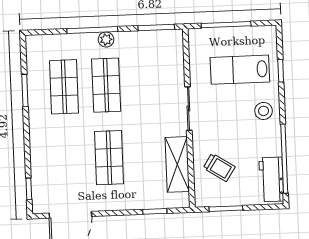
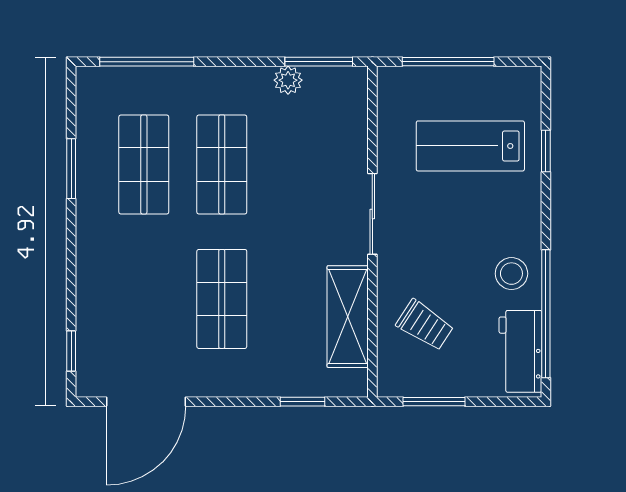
window: (92, 30) -> (147, 62), moved
plant: (106, 40) -> (288, 80), moved
stool: (264, 111) -> (511, 274), moved

